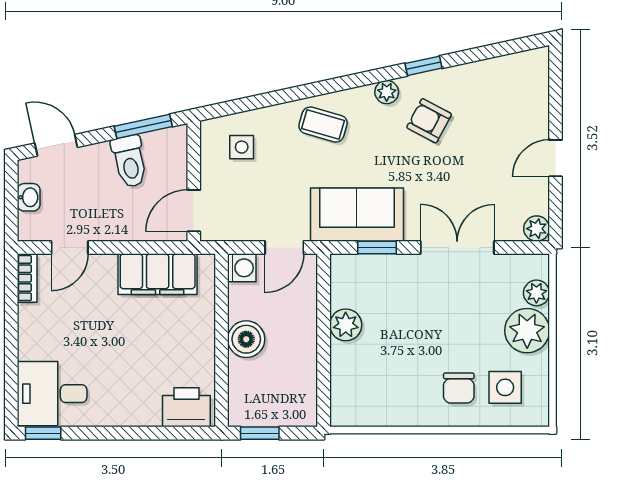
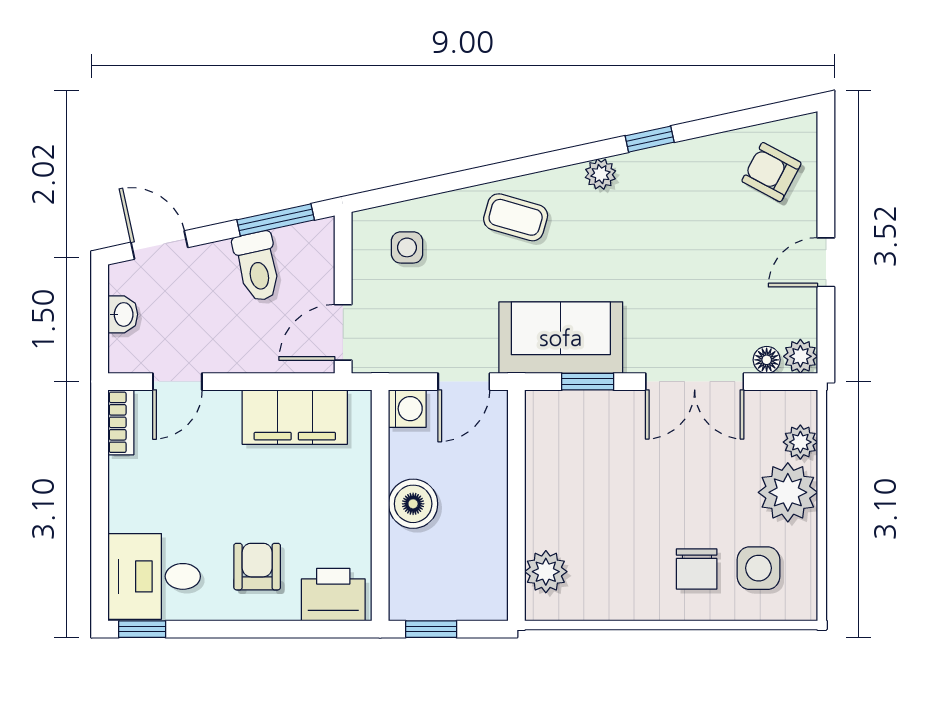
armchair: (429, 121) -> (771, 172), moved
floor lamp: (511, 231) -> (767, 360), added
double door: (457, 248) -> (695, 382), swing flipped
plant: (346, 325) -> (546, 572), moved
armchair: (129, 386) -> (257, 567), added

